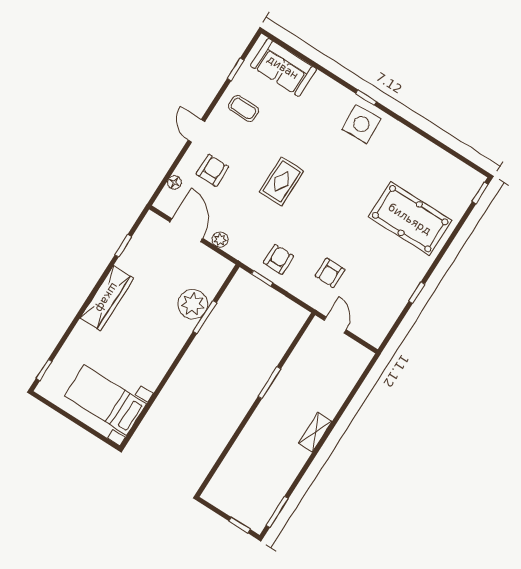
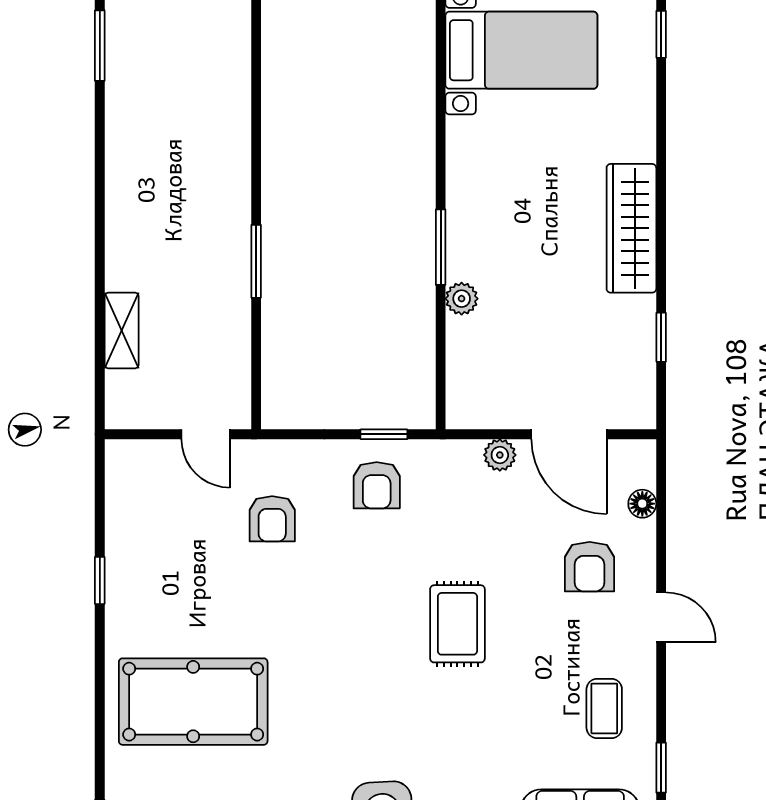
coffee table: (243, 108) -> (604, 708), turned 90
armchair: (330, 273) -> (272, 519), turned 180
plant: (193, 304) -> (462, 299), width x0.53, depth x0.53
window: (205, 317) -> (441, 247), moved
shelving: (315, 432) -> (122, 331), moved

